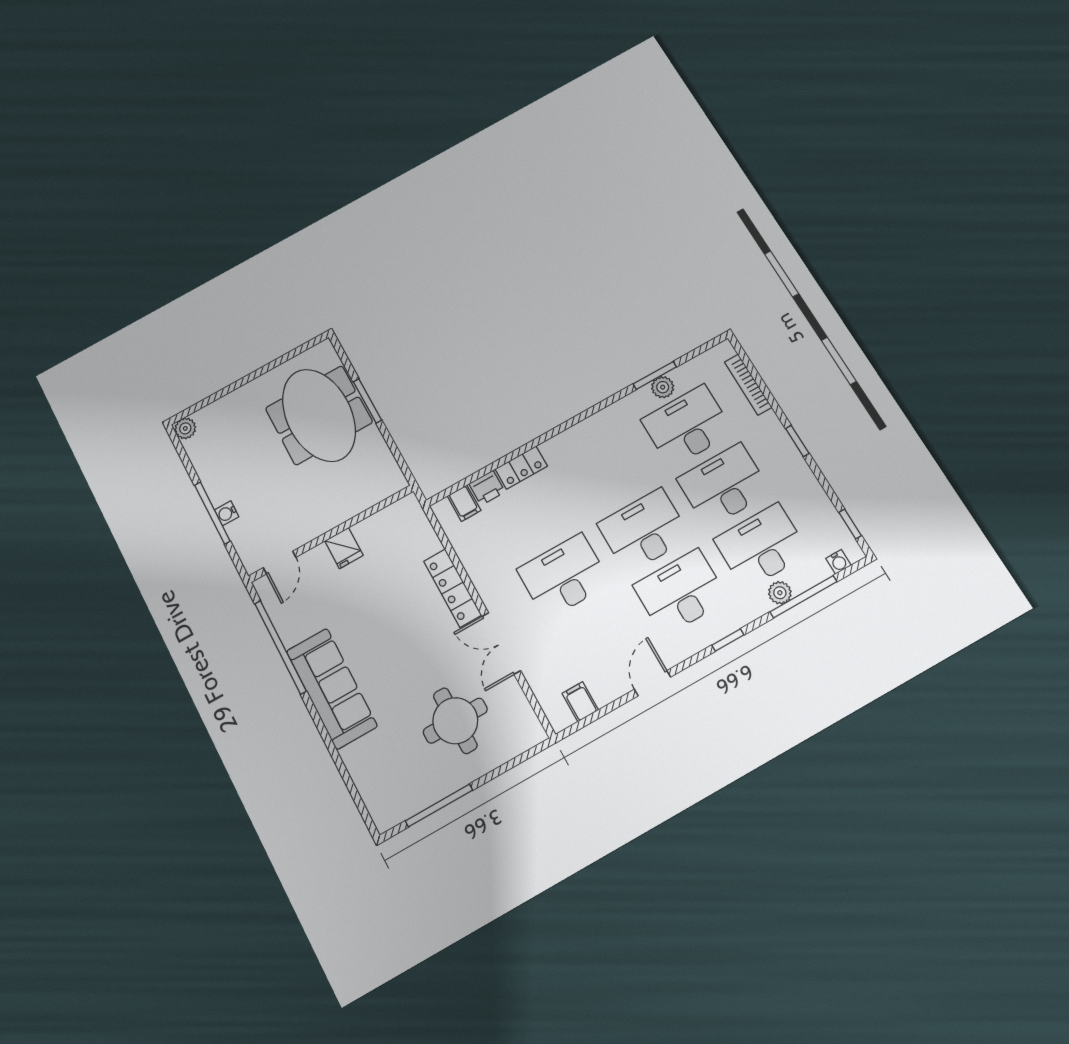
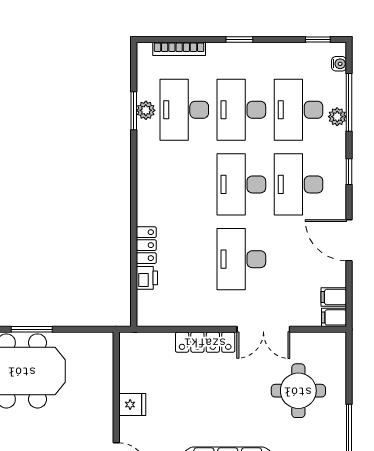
filing cabinet: (464, 503) -> (334, 317), moved, turned 180
door: (653, 683) -> (349, 240), width x1.38

